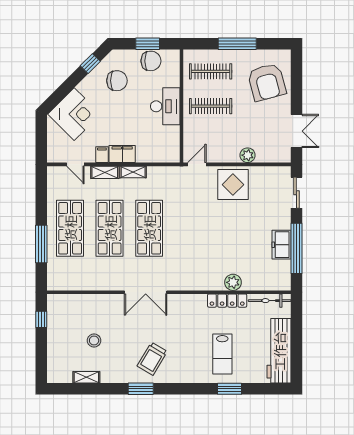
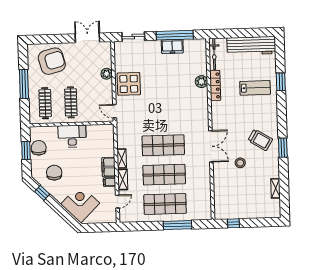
stool: (94, 340) -> (240, 163), moved

